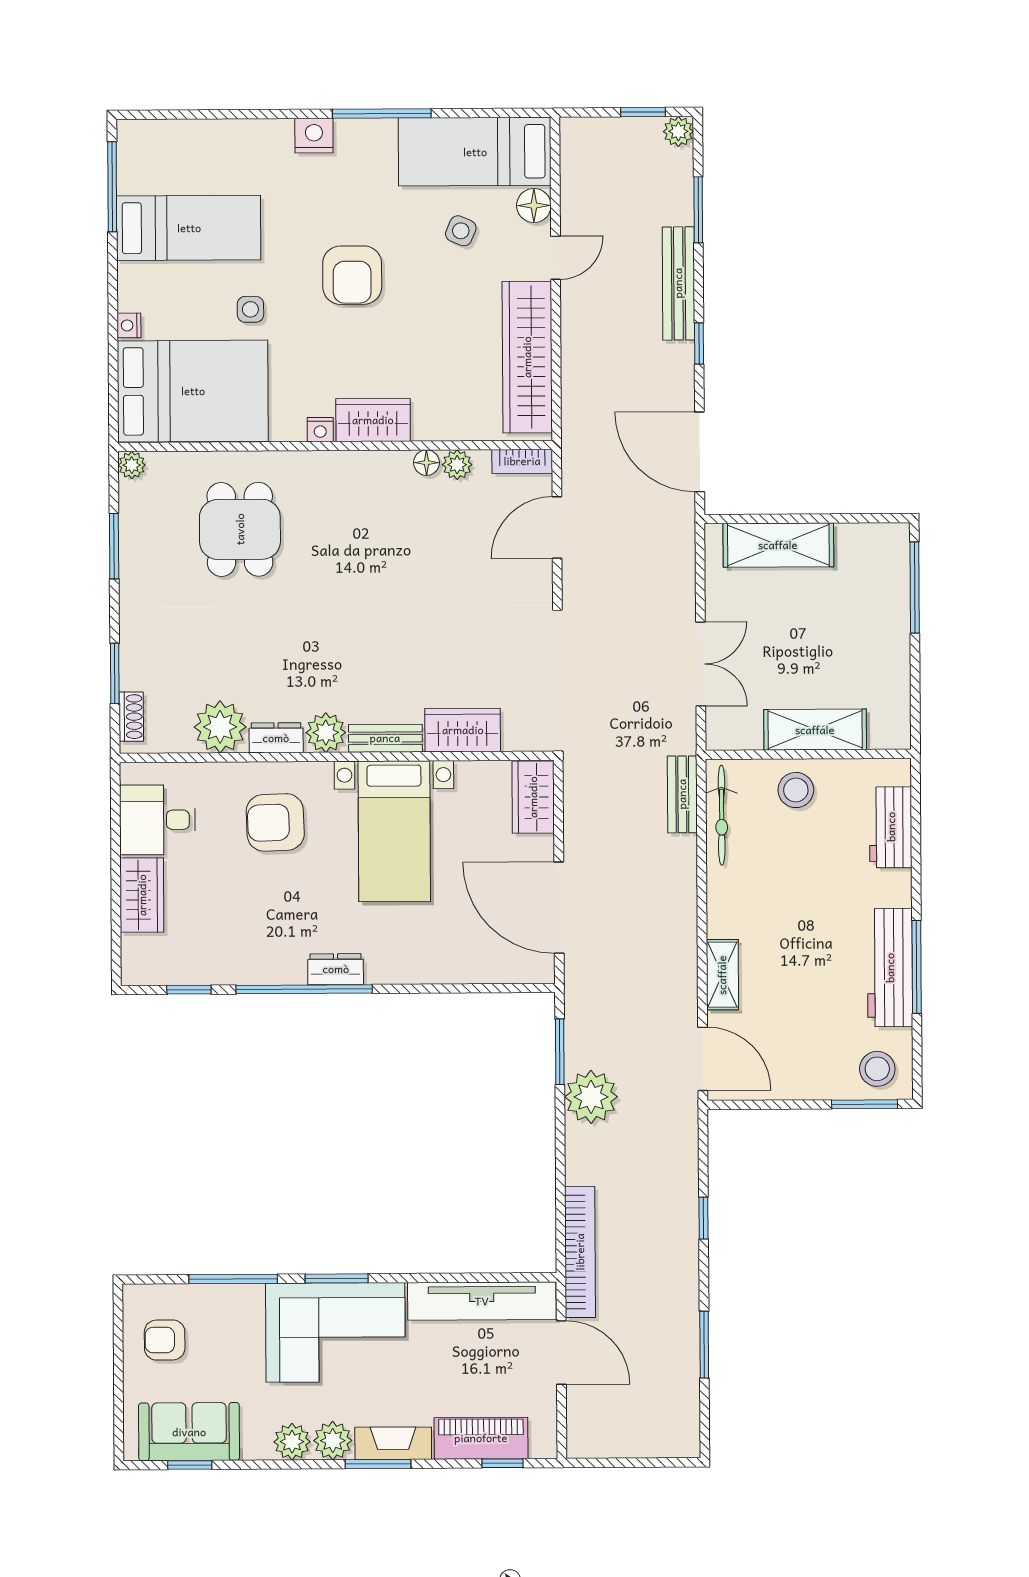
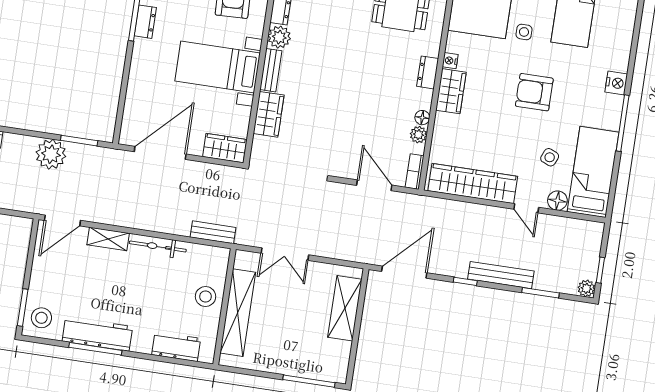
dresser: (347, 466) -> (428, 72), added
shelving: (815, 730) -> (238, 313), width x1.47
bicycle: (722, 815) -> (158, 246), moved

